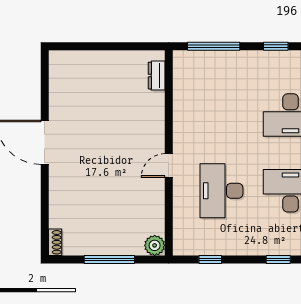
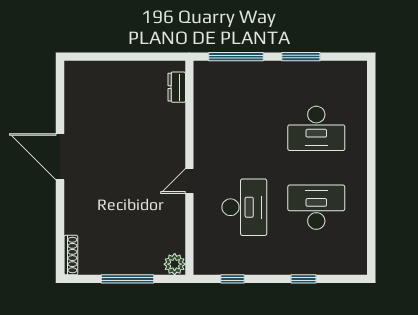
window: (276, 46) -> (301, 57), width x1.50
desk: (221, 191) -> (244, 207), turned 180
shoe rack: (55, 242) -> (71, 255), width x1.43

